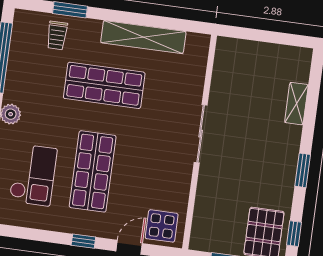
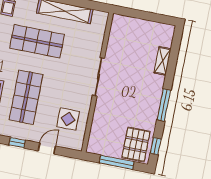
window: (303, 170) -> (164, 105), width x1.44
display table: (162, 226) -> (68, 119), moved

